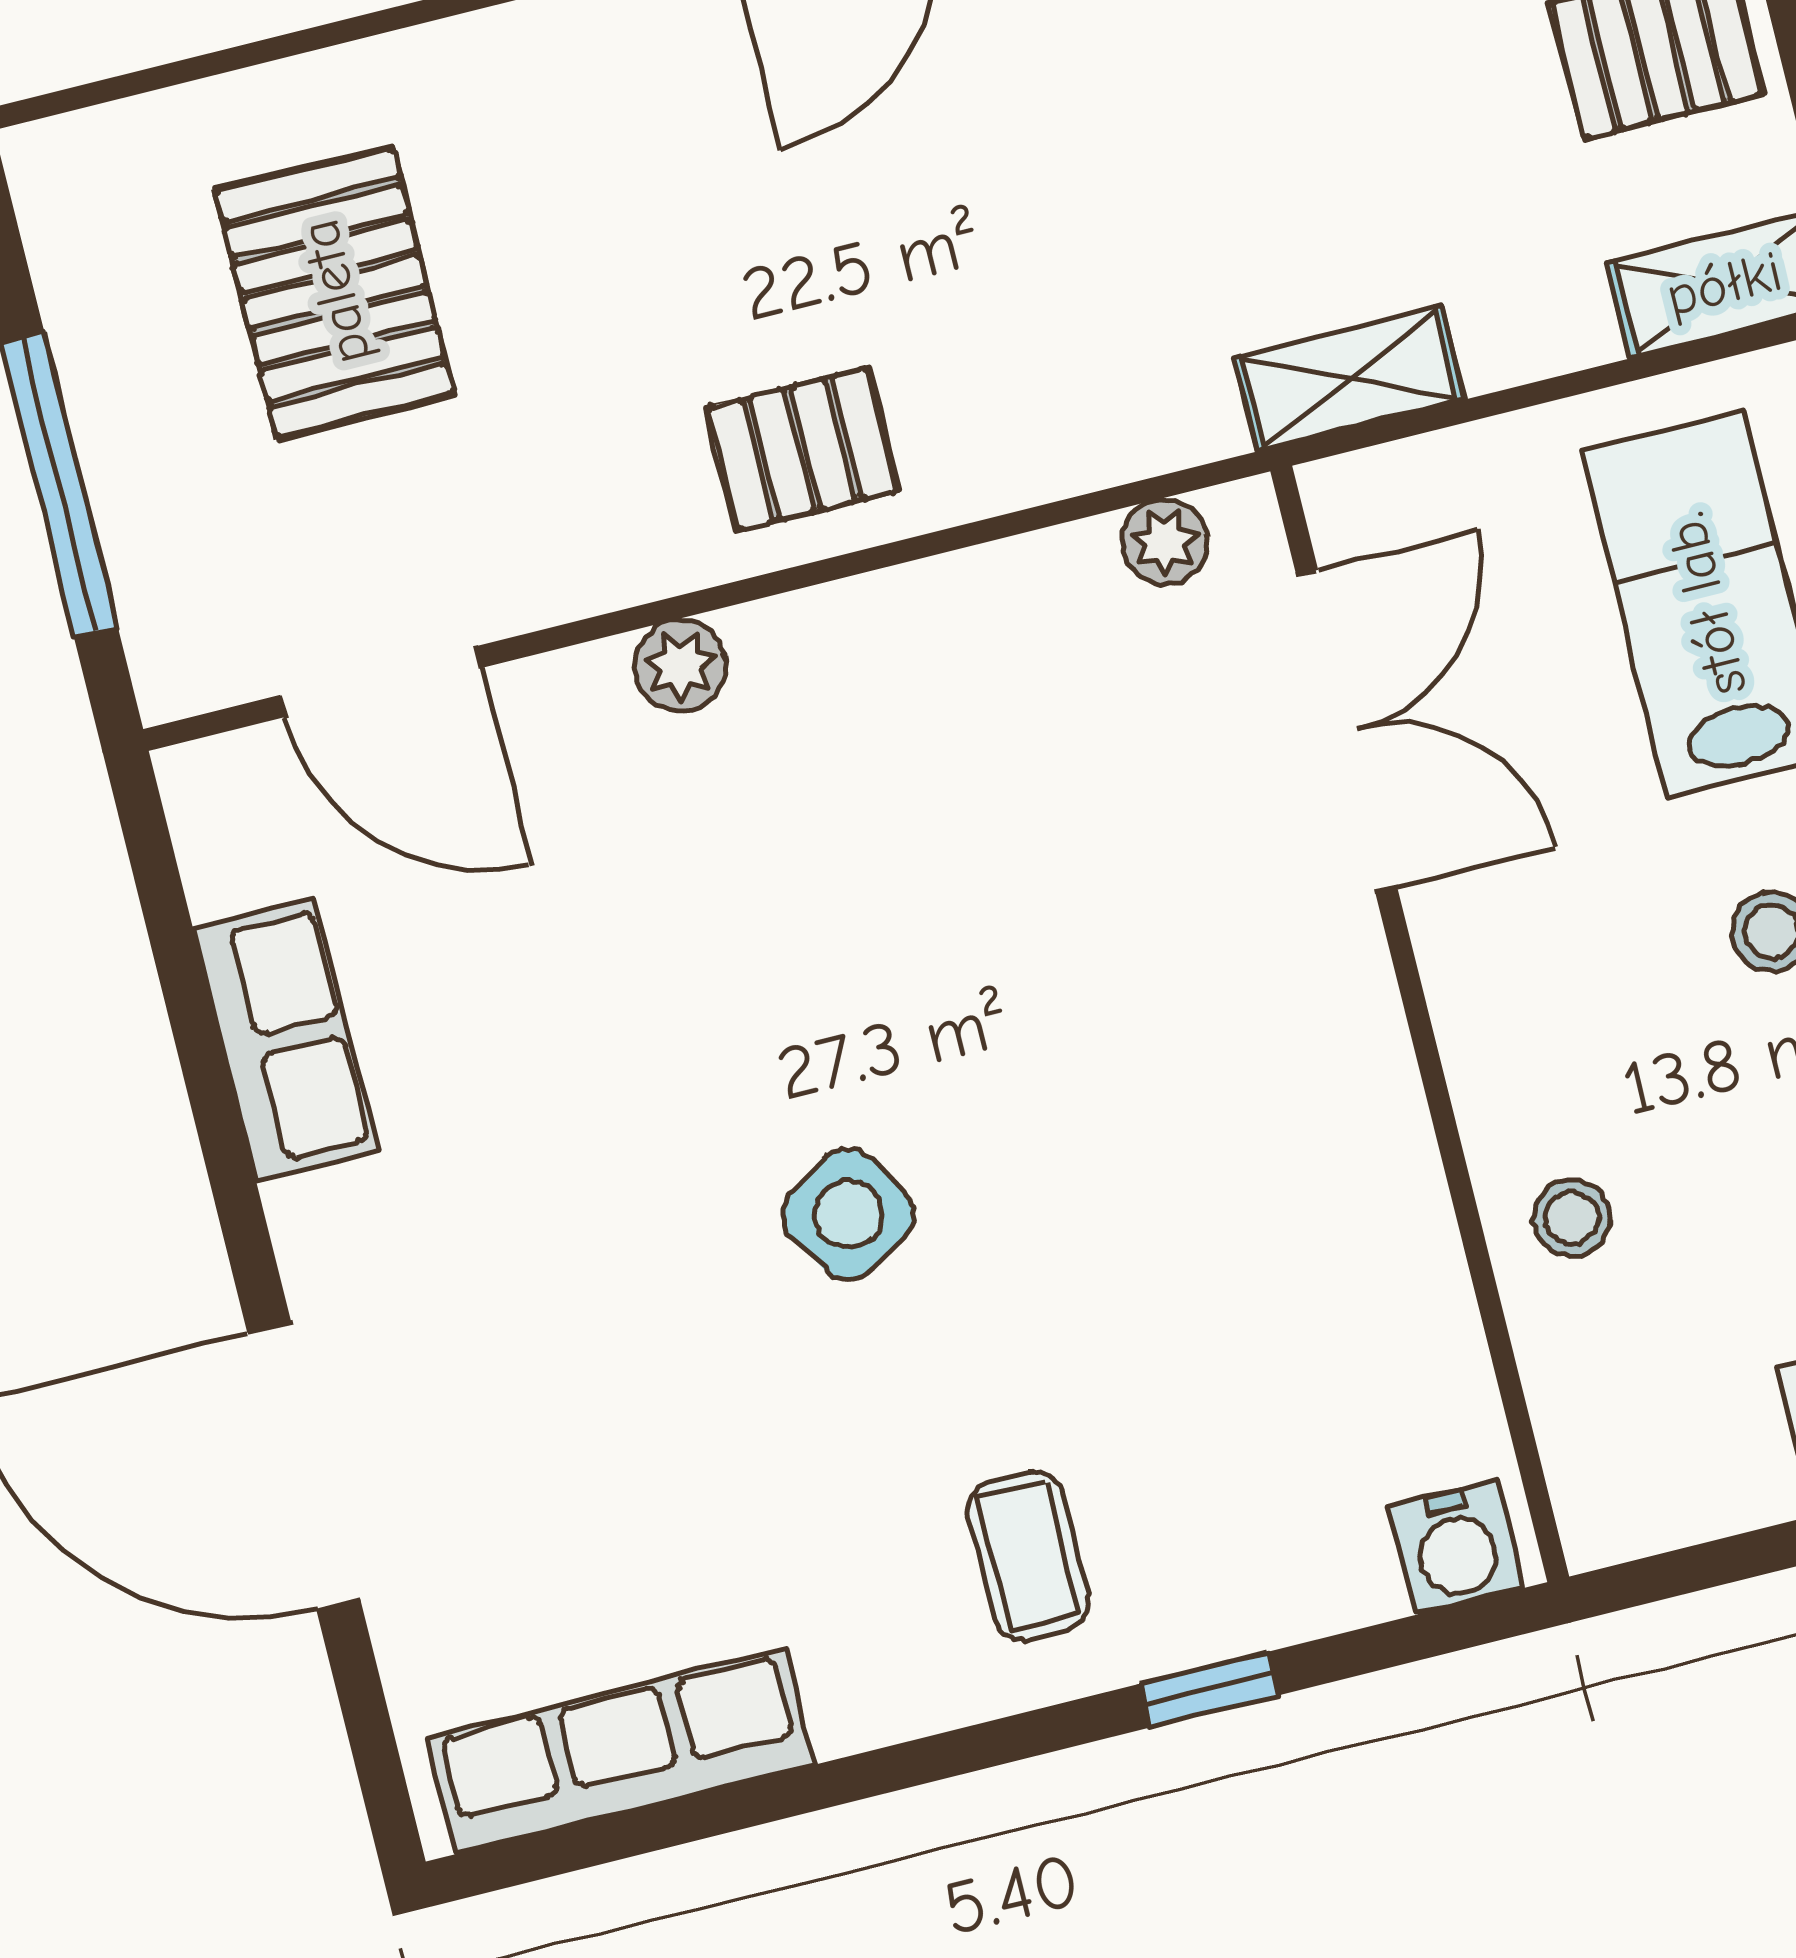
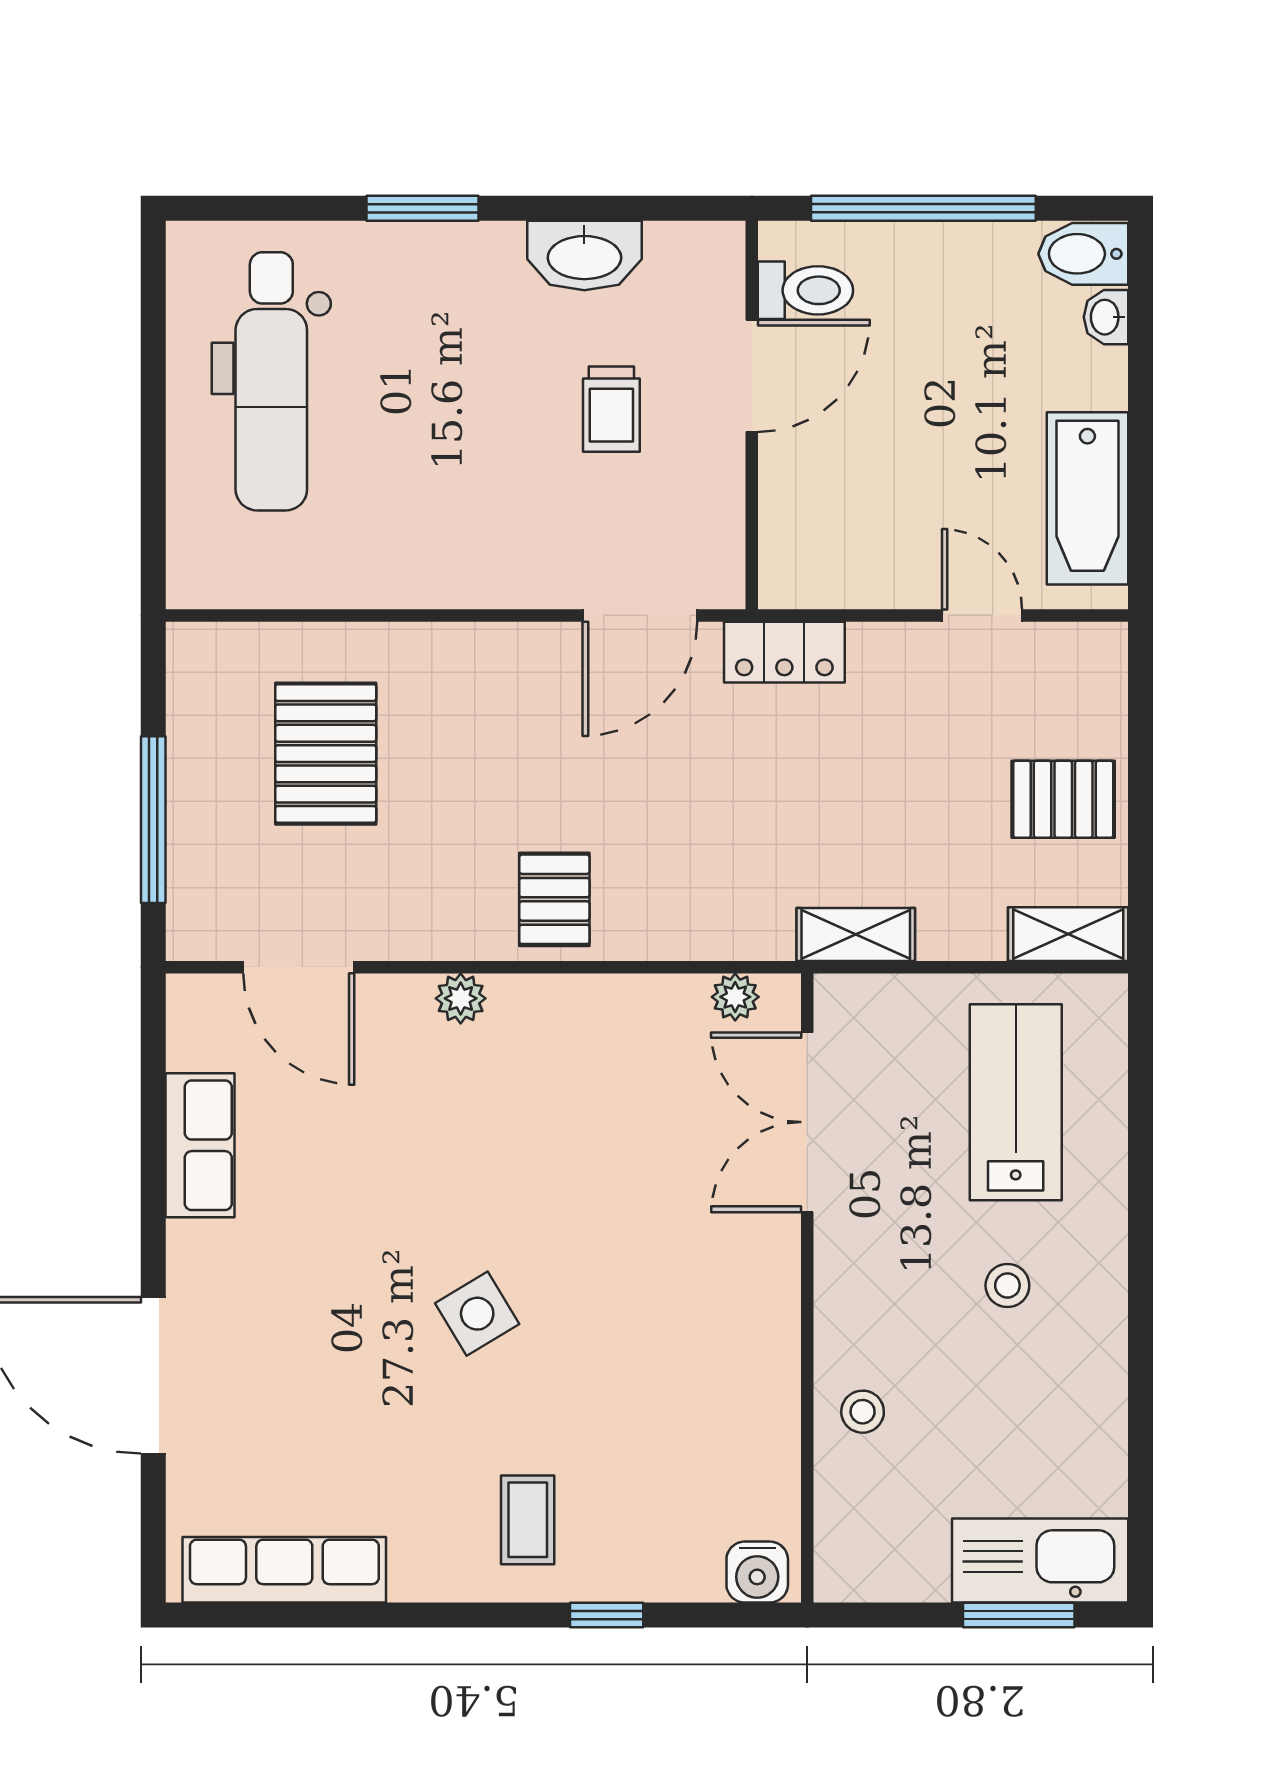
pallet: (802, 449) -> (554, 899), turned 90
double door: (1347, 731) -> (807, 1122), swing flipped

